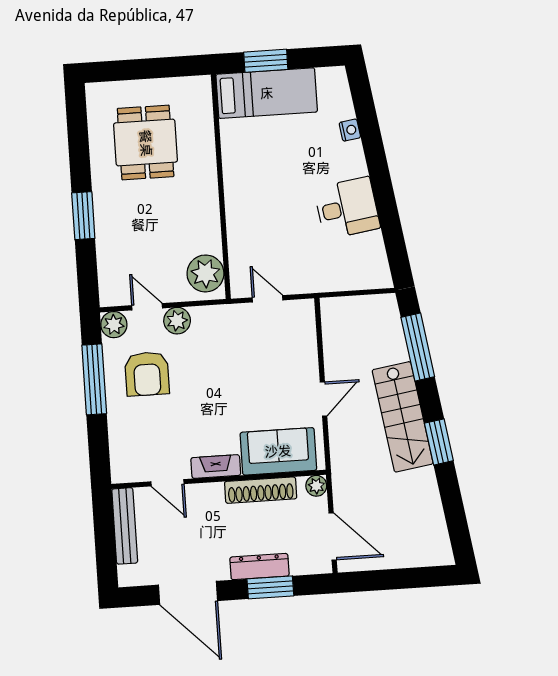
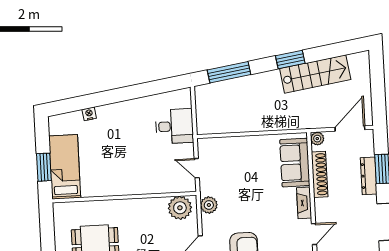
desk: (347, 208) -> (174, 126), moved, turned 99
door: (268, 299) -> (197, 168), hinge flipped
plant: (177, 321) -> (209, 205), moved
door: (324, 399) -> (262, 133), removed
stairs: (403, 417) -> (315, 74), moved

